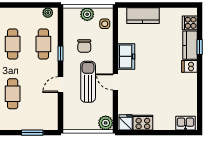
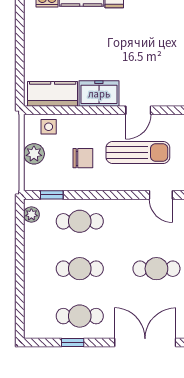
kitchen counter: (143, 16) -> (53, 94), moved, turned -90
window: (61, 54) -> (52, 195), moved
sun lounger: (88, 82) -> (138, 152), turned 180
door: (61, 85) -> (161, 195), moved

